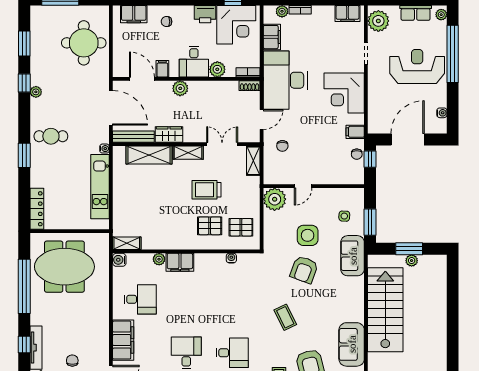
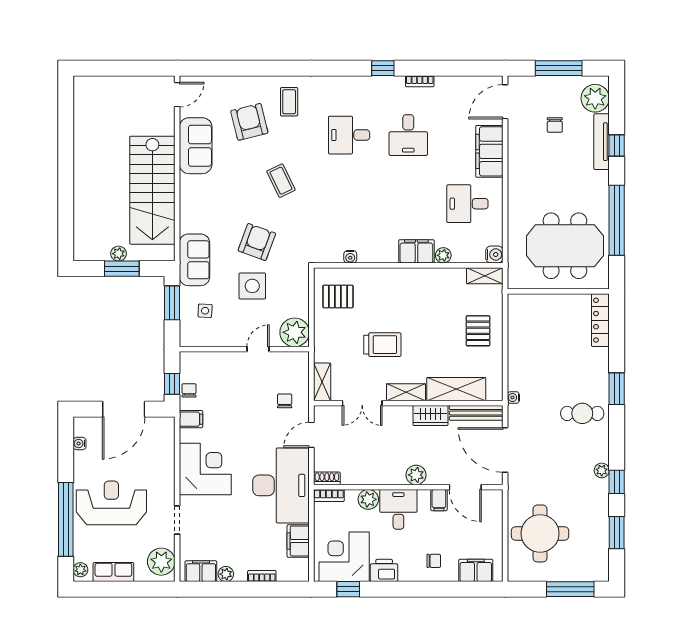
plant: (282, 11) -> (226, 574), moved
reception desk: (417, 67) -> (111, 503), turned 180
kitchen unit: (100, 187) -> (519, 349), removed
pallet: (210, 226) -> (478, 331), moved, turned 90

